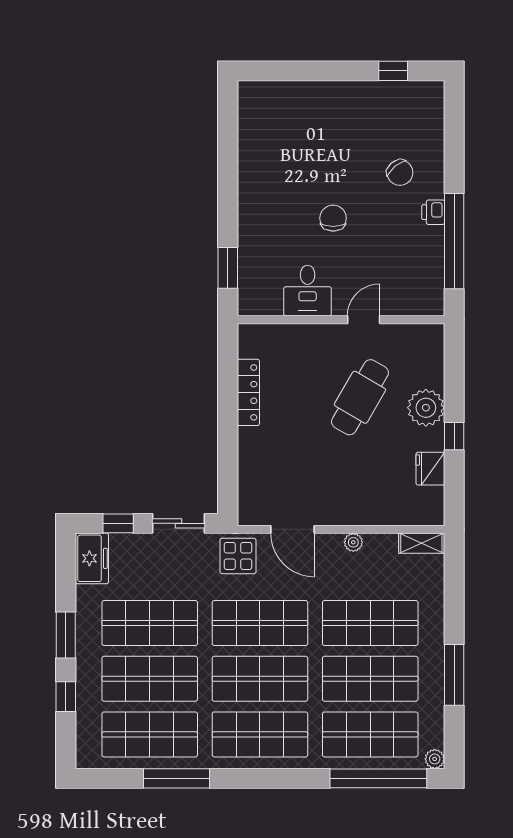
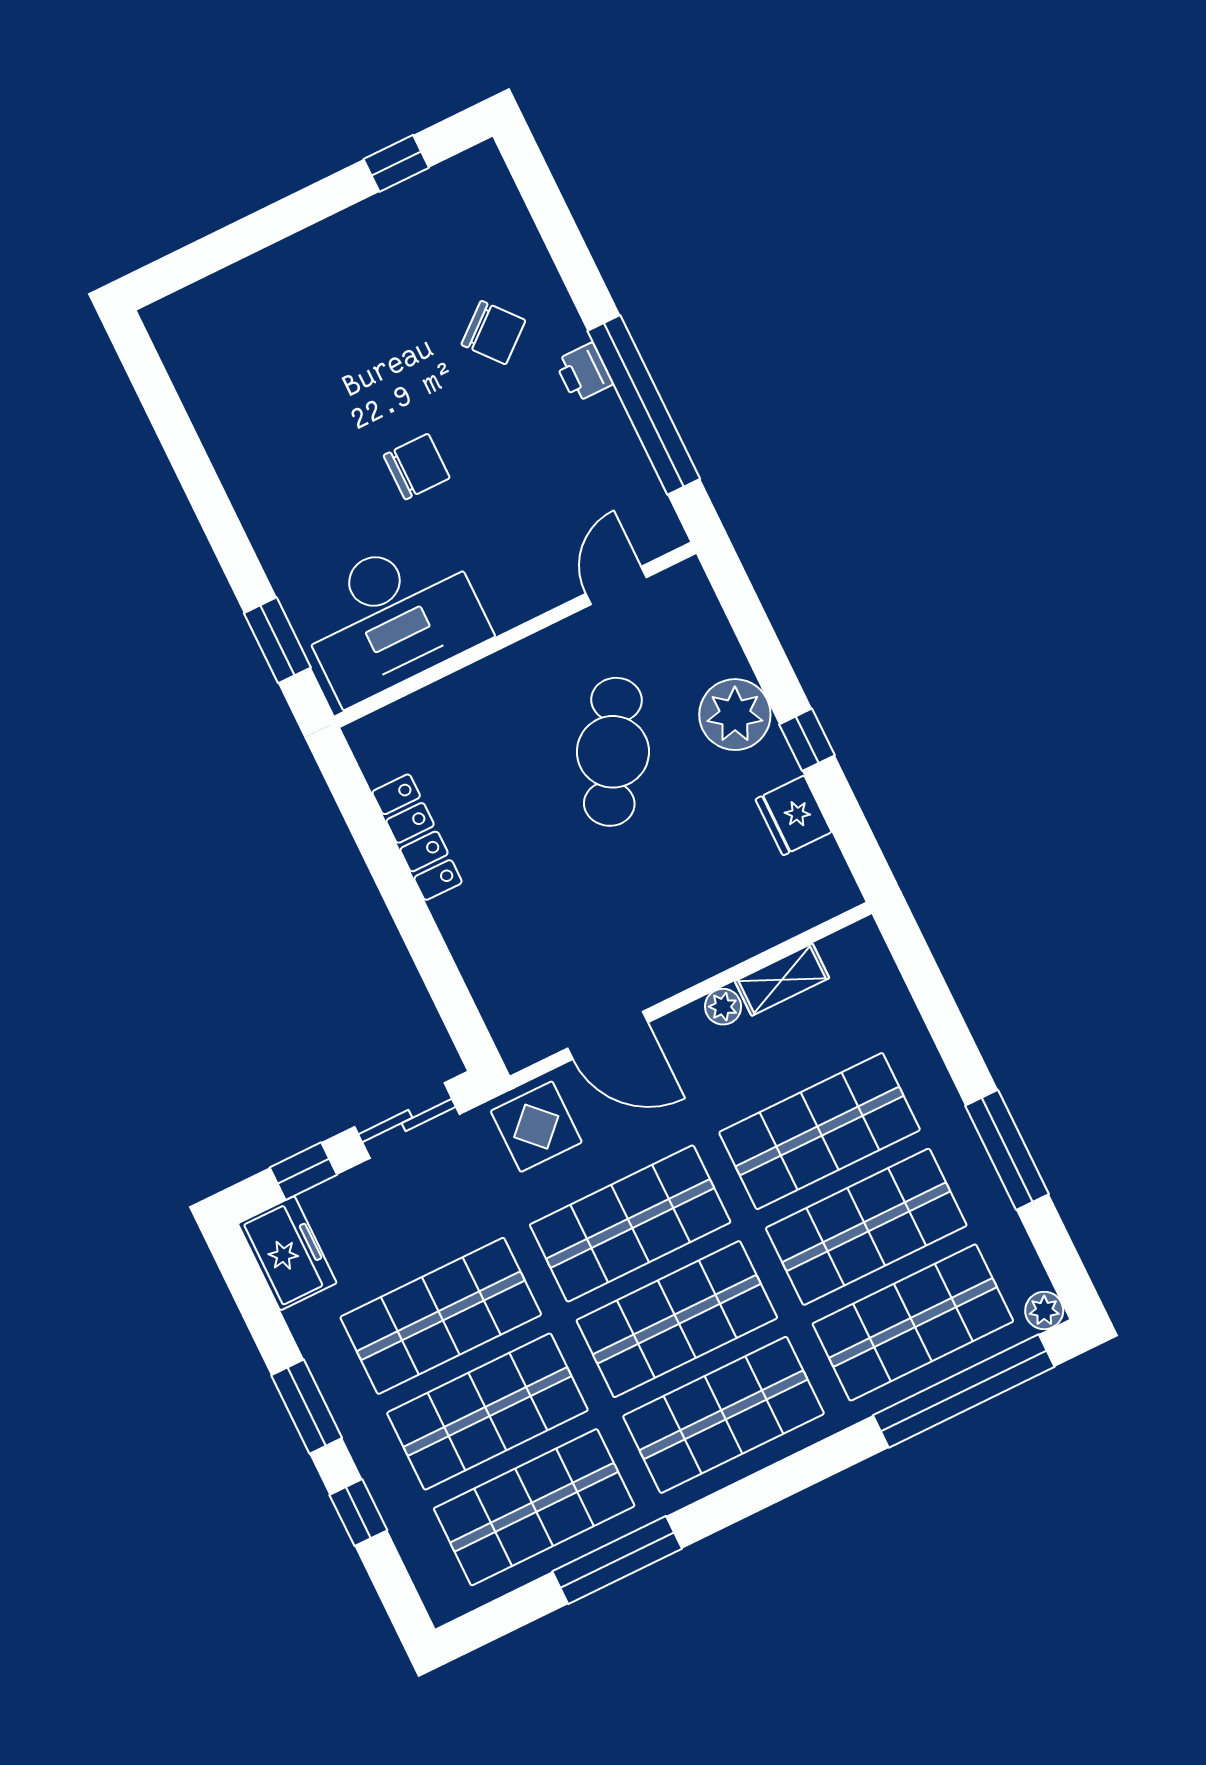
chair: (333, 218) -> (417, 467), turned 90
desk: (308, 291) -> (392, 617), width x1.87, depth x1.30
door: (364, 320) -> (616, 585), moved
shelving: (421, 543) -> (782, 980), moved

